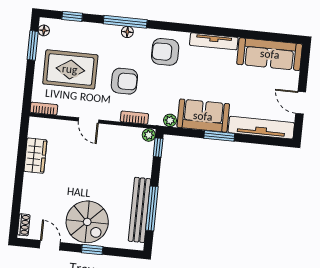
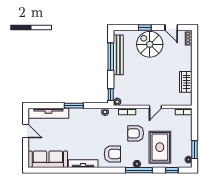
rug: (70, 69) -> (160, 147), moved, turned 90
sofa: (203, 116) -> (85, 117), removed
door: (89, 120) -> (155, 107), swing flipped

